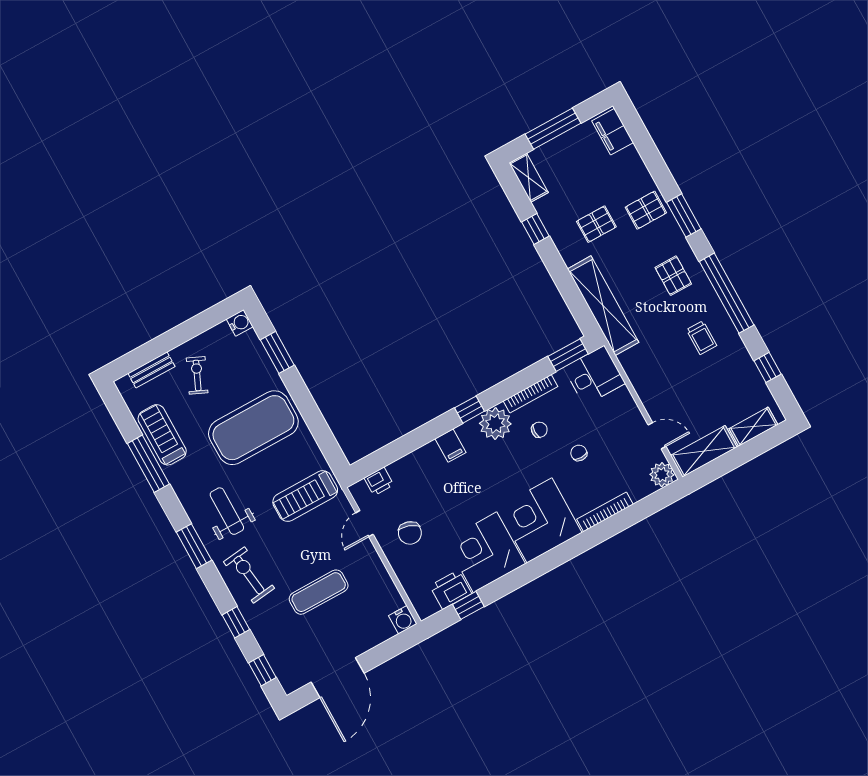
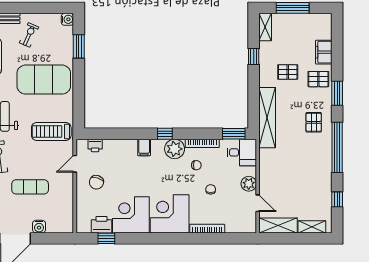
filing cabinet: (613, 132) -> (324, 52), moved
trolley: (702, 338) -> (311, 164), removed
plant: (662, 475) -> (249, 184), moved
water cooler: (403, 620) -> (39, 227), moved

